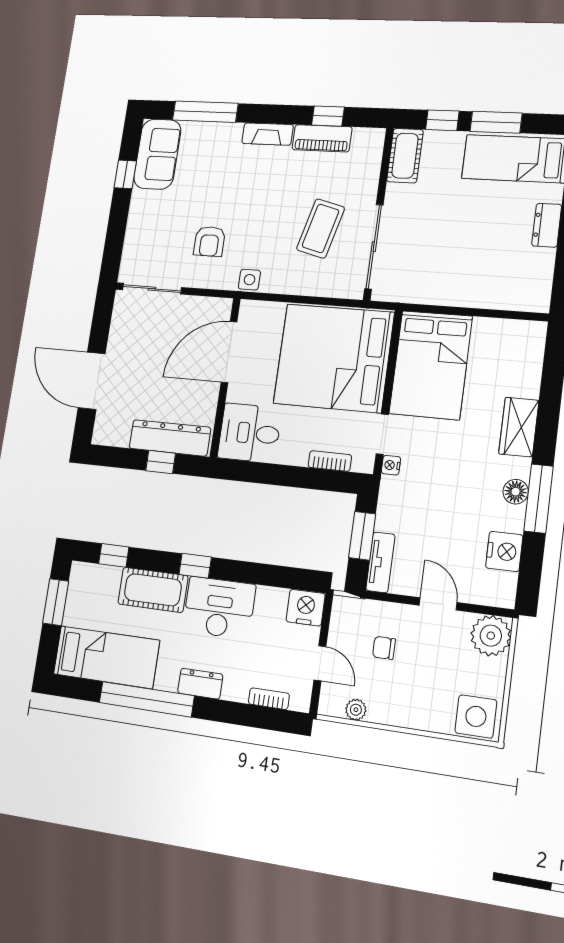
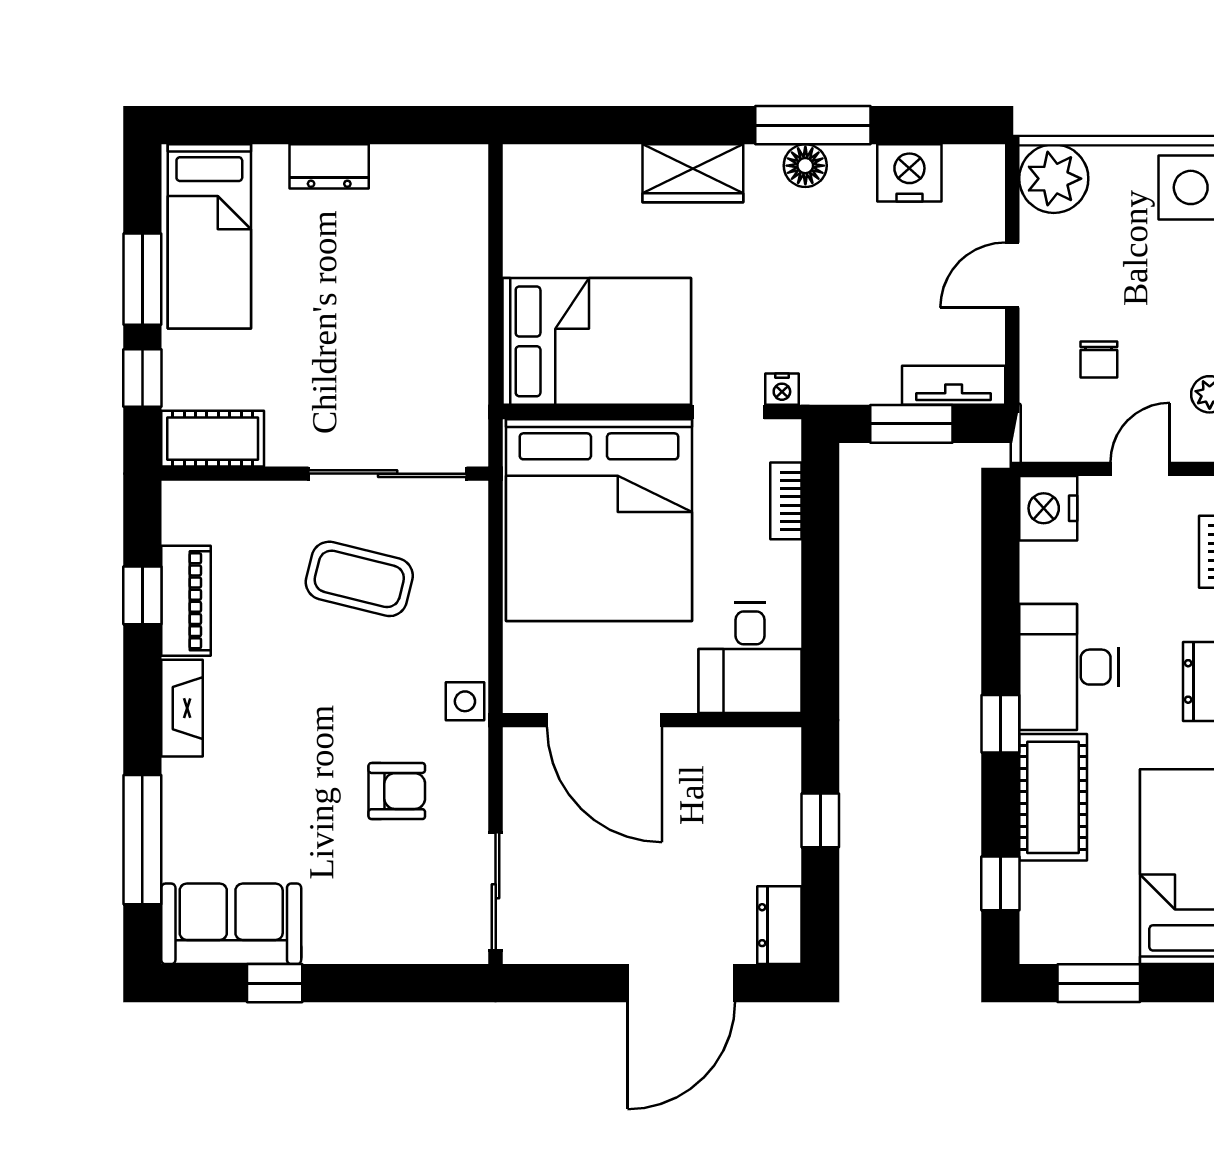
dresser: (170, 438) -> (779, 925), moved, width x0.51, depth x0.80

